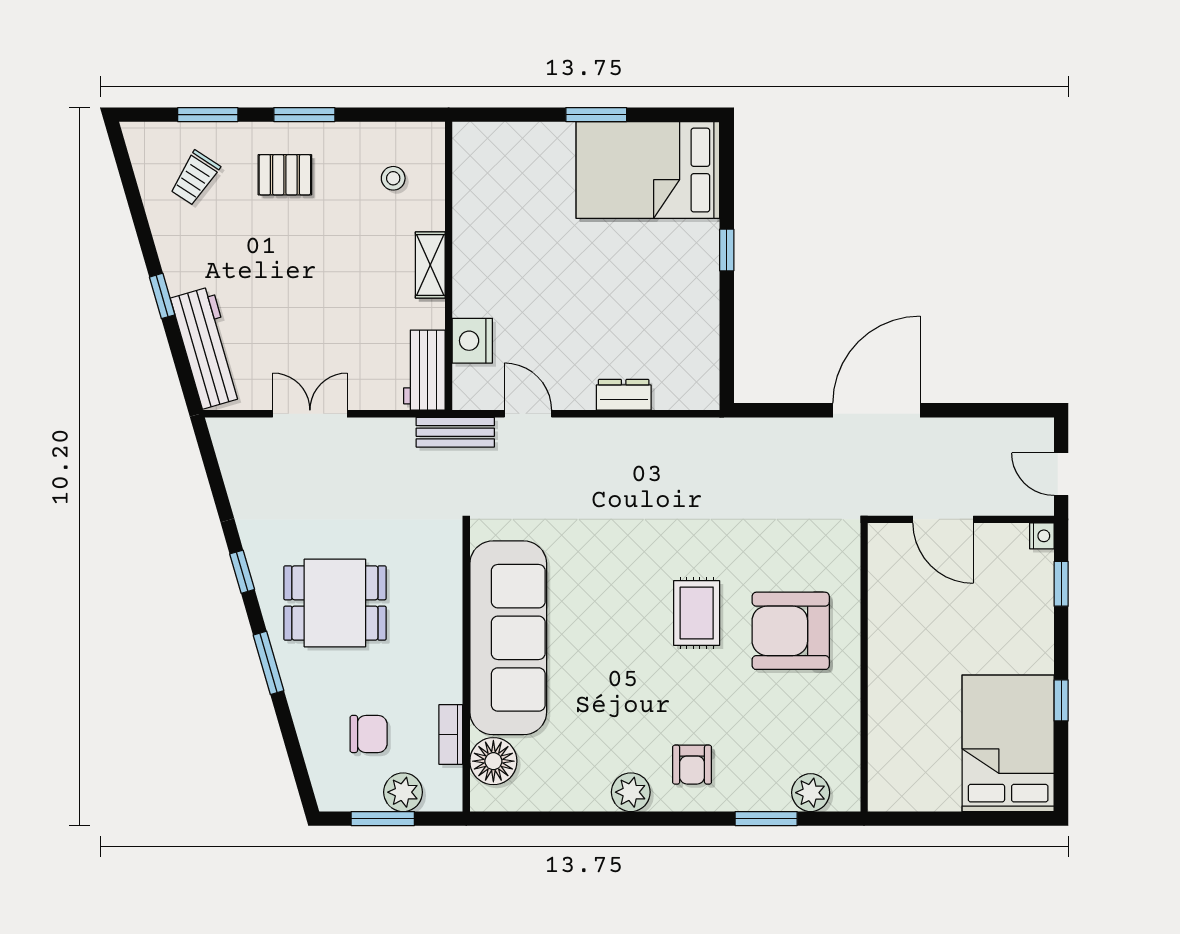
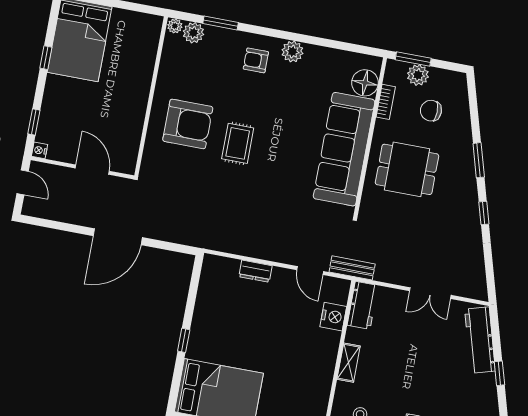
dining table: (335, 603) -> (407, 169), moved
armchair: (692, 765) -> (256, 60), turned -90
plant: (845, 798) -> (175, 26), added
window: (383, 819) -> (413, 59), moved

